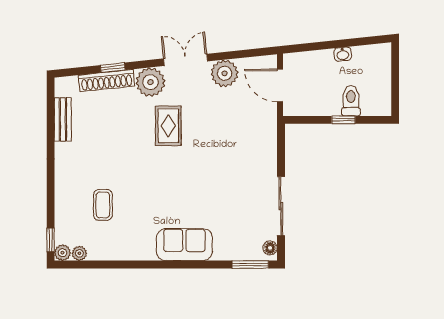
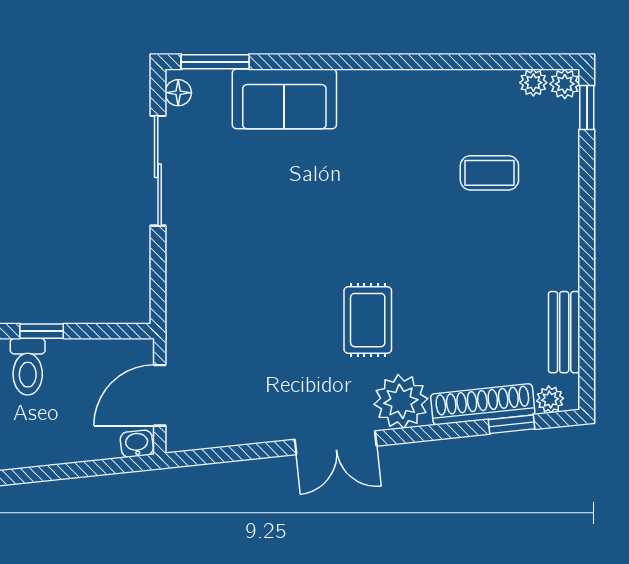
washbasin: (343, 54) -> (137, 444), moved
window: (113, 68) -> (512, 424), moved
plant: (225, 73) -> (550, 399), moved, width x0.53, depth x0.53
door: (280, 85) -> (160, 395), swing flipped
coffee table: (103, 205) -> (489, 173), turned 90
sofa: (184, 245) -> (284, 99), moved

